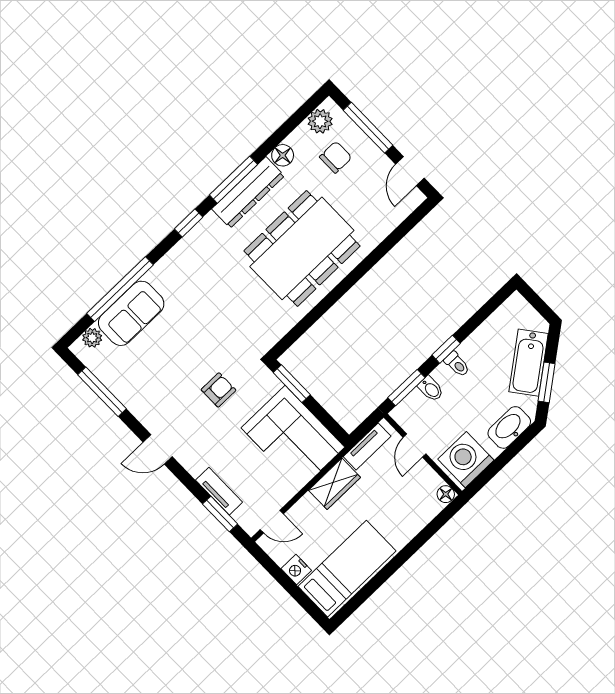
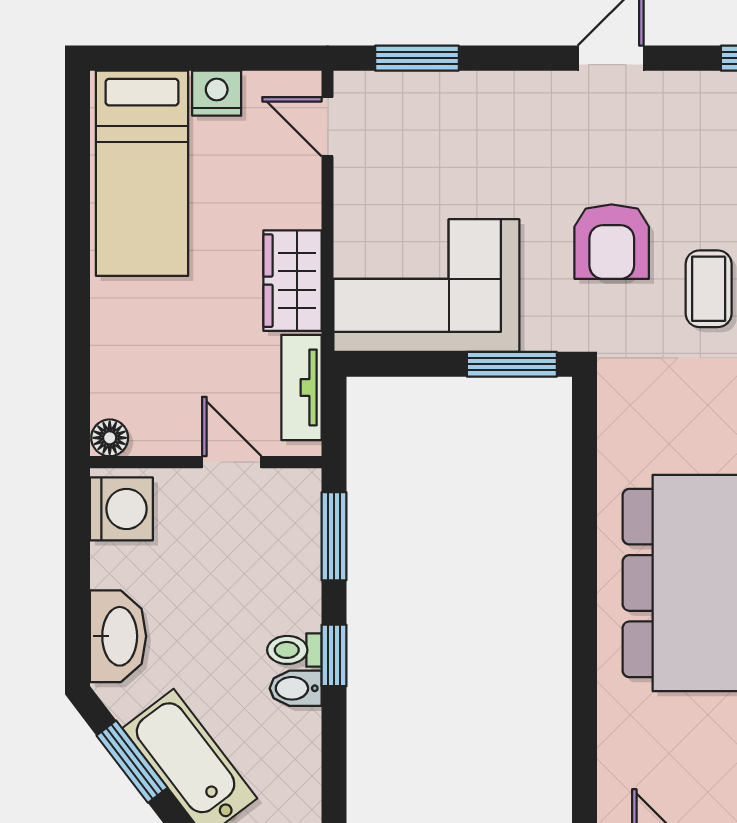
coffee table: (203, 342) -> (709, 289), added
bidet: (431, 389) -> (296, 688), moved
armchair: (219, 390) -> (612, 242), width x1.38, depth x1.38
washing machine: (466, 460) -> (121, 509), width x0.73, depth x0.73
tv unit: (219, 491) -> (454, 91), removed
door: (272, 522) -> (328, 127), hinge flipped

